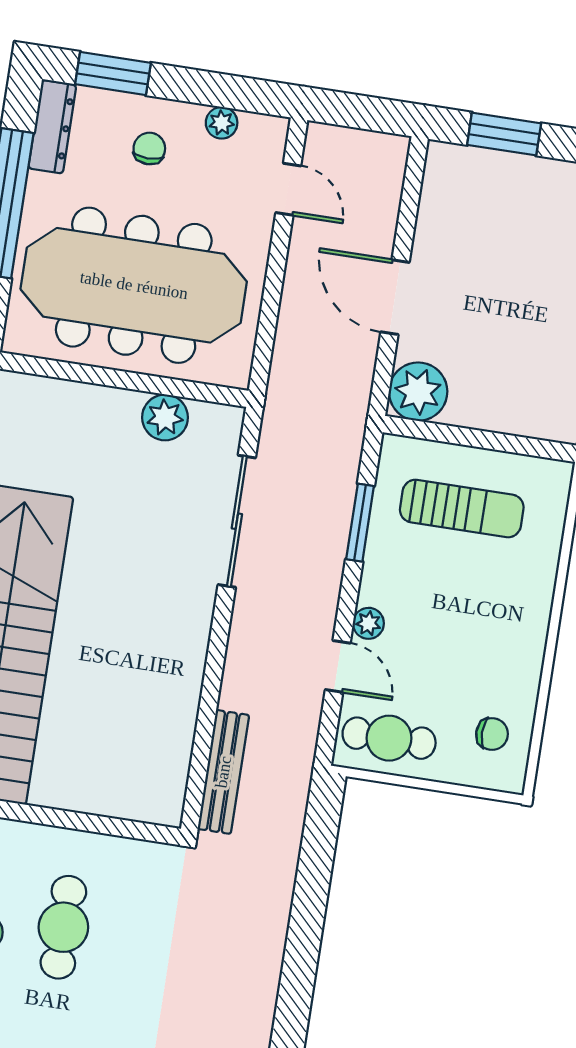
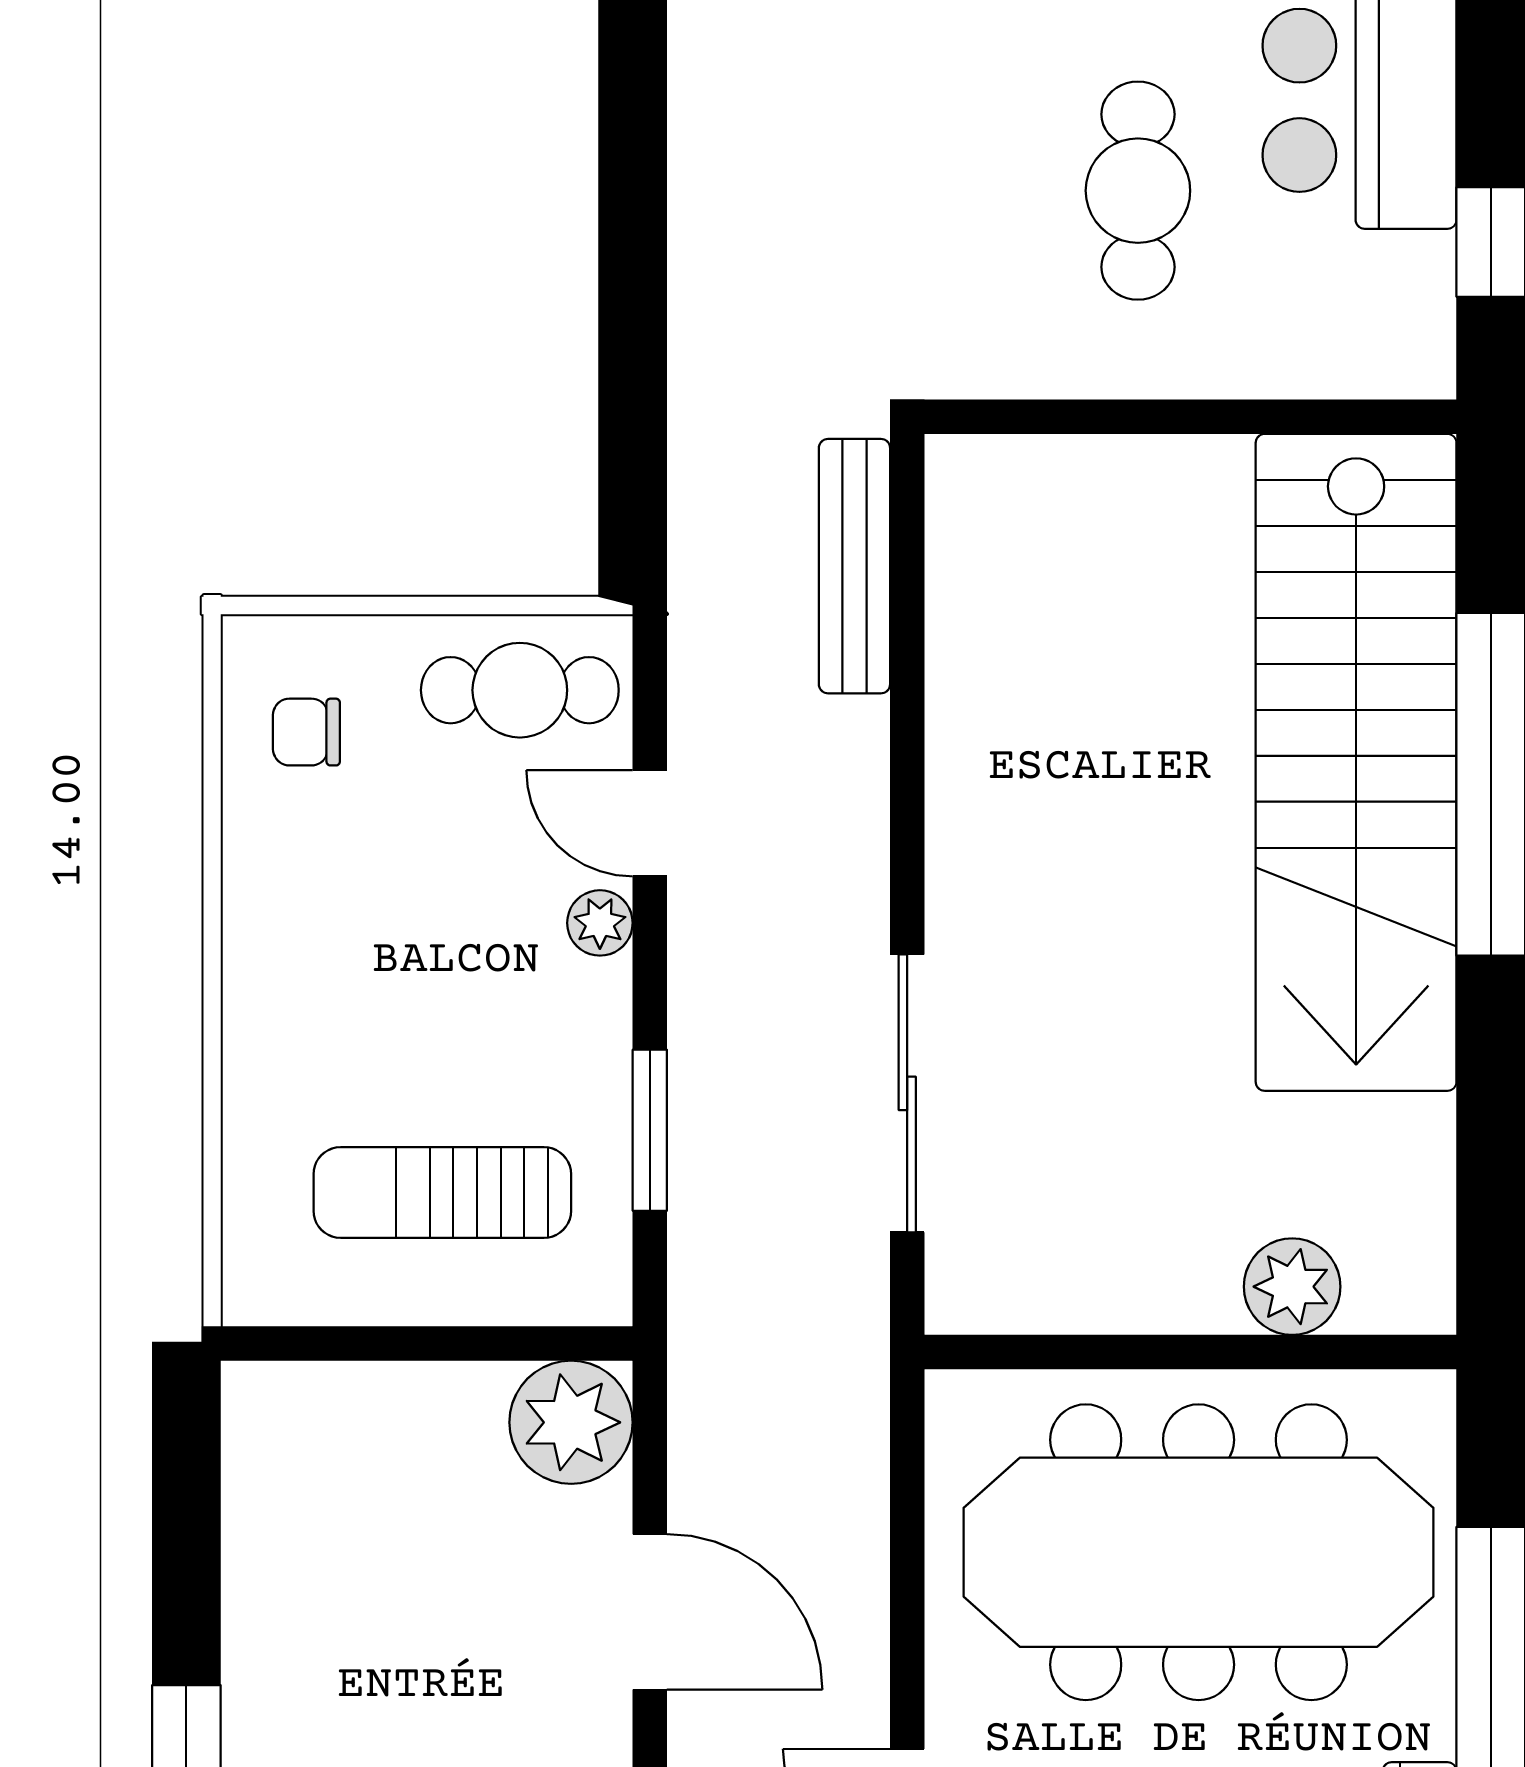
plant: (165, 417) -> (1292, 1287), moved

